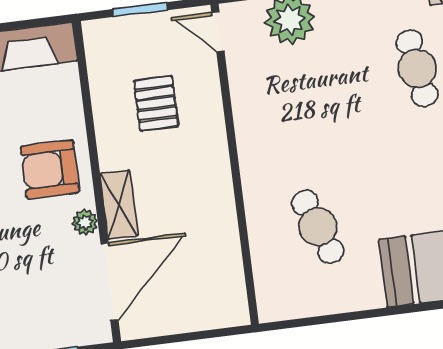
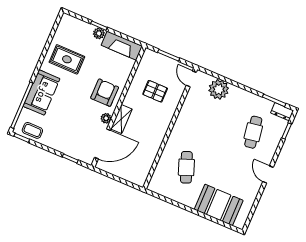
pallet: (156, 103) -> (155, 91), turned 90
armchair: (50, 169) -> (105, 93), turned 90

